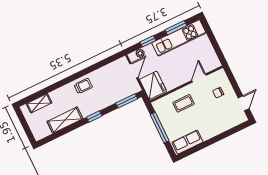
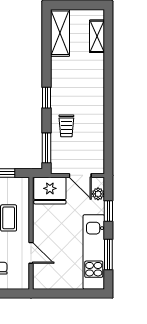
trolley: (83, 86) -> (66, 126), moved
shelving: (65, 120) -> (60, 33), moved

